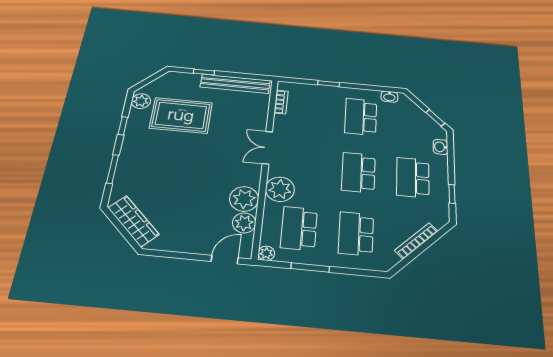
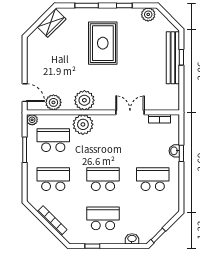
bench: (235, 84) -> (173, 58), moved
washbasin: (389, 97) -> (174, 151), moved
rug: (181, 115) -> (103, 43), moved
double door: (267, 148) -> (130, 112), moved
plant: (244, 199) -> (84, 100), moved
wardrobe: (133, 221) -> (52, 23), width x0.67

